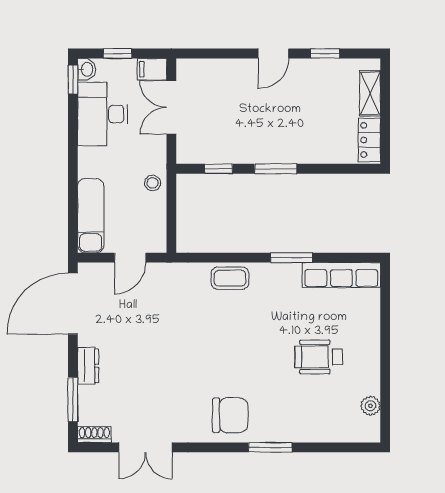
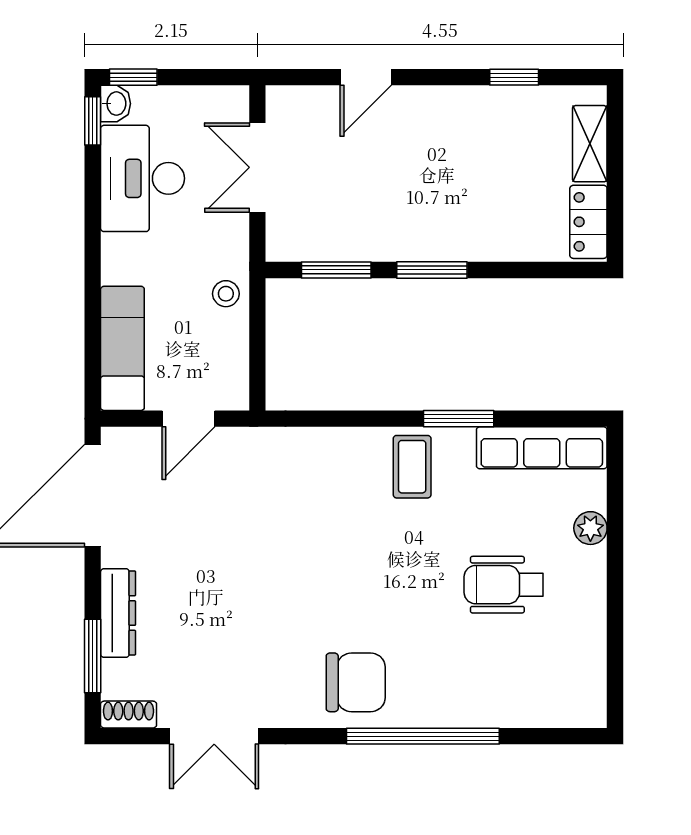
window: (118, 53) -> (133, 77), moved
door: (273, 53) -> (366, 77), moved
filing cabinet: (152, 69) -> (225, 103), removed
window: (219, 169) -> (336, 270), width x1.50
coffee table: (230, 278) -> (412, 467), moved, turned 90
dresser: (88, 366) -> (118, 613), width x1.44
plant: (370, 406) -> (590, 528), moved
window: (270, 447) -> (423, 736), width x2.11

